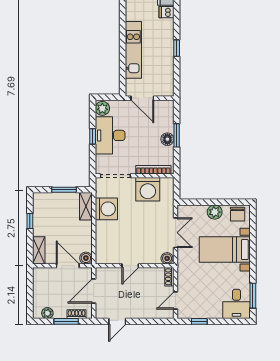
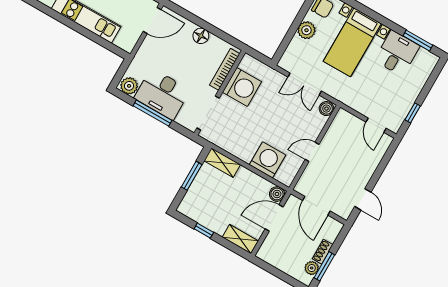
door: (142, 98) -> (152, 21), moved
window: (177, 135) -> (202, 24), removed
window: (93, 136) -> (153, 113), width x2.17
washing machine: (106, 209) -> (268, 160), moved
double door: (175, 233) -> (305, 84), swing flipped
door: (130, 266) -> (312, 152), swing flipped
shoe rack: (169, 277) -> (347, 117), removed
desk: (236, 304) -> (397, 53), moved, turned -90
shoe rack: (77, 314) -> (323, 252), moved
window: (66, 321) -> (324, 266), moved

